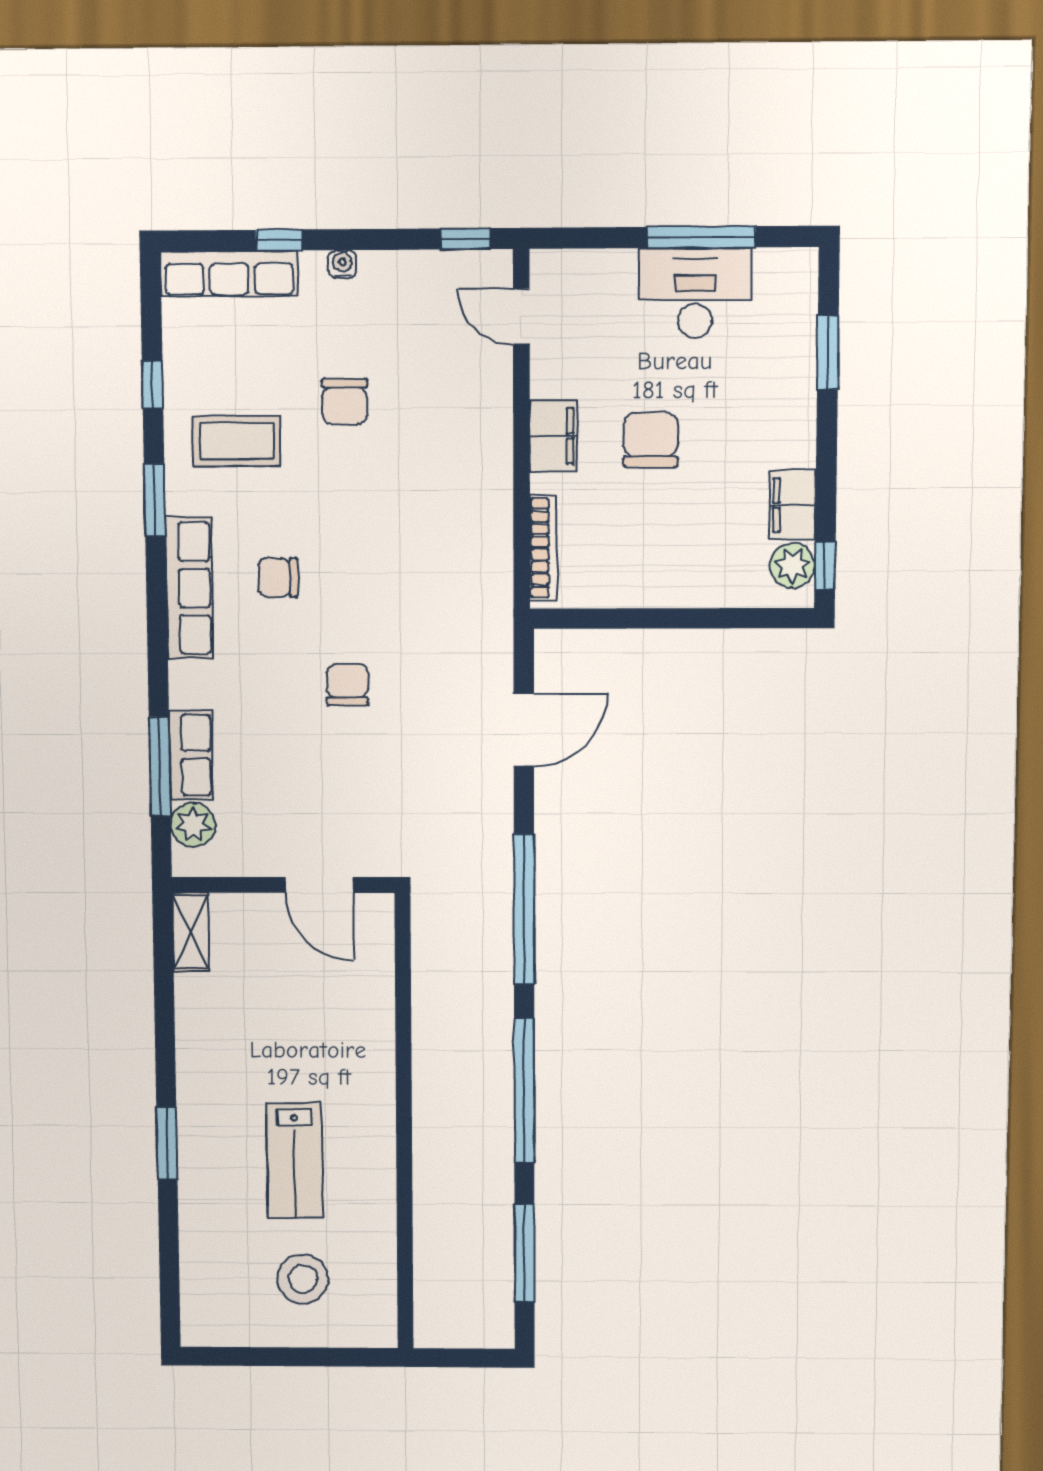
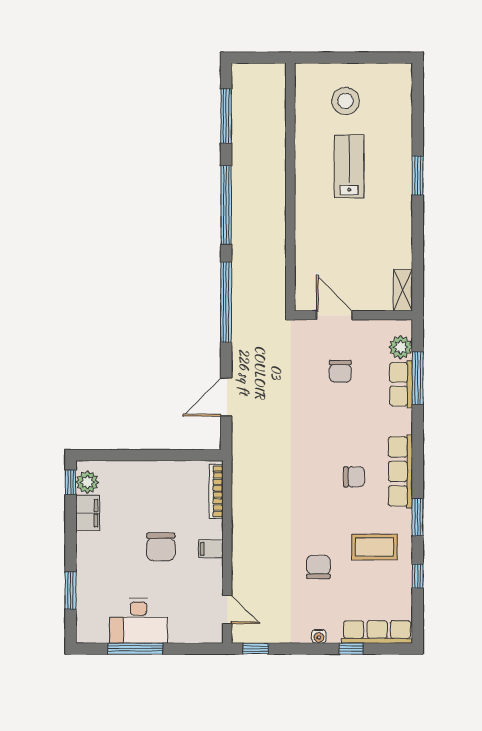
filing cabinet: (553, 436) -> (211, 549), width x0.50
chair: (347, 685) -> (340, 371), moved

